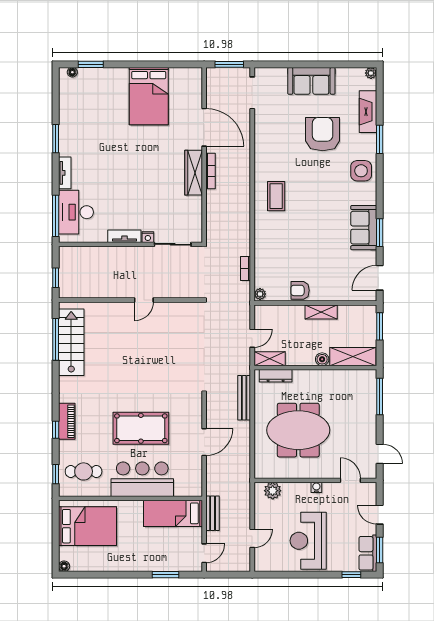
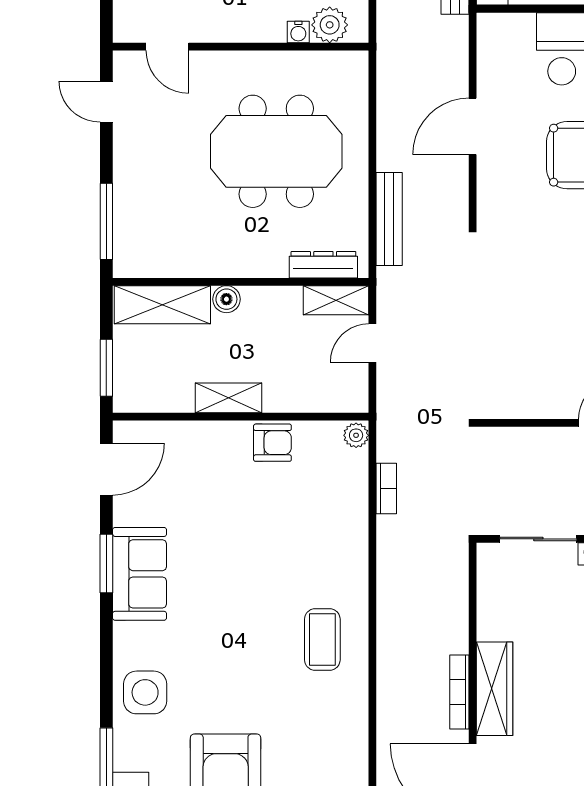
water cooler: (316, 487) -> (298, 32), moved

